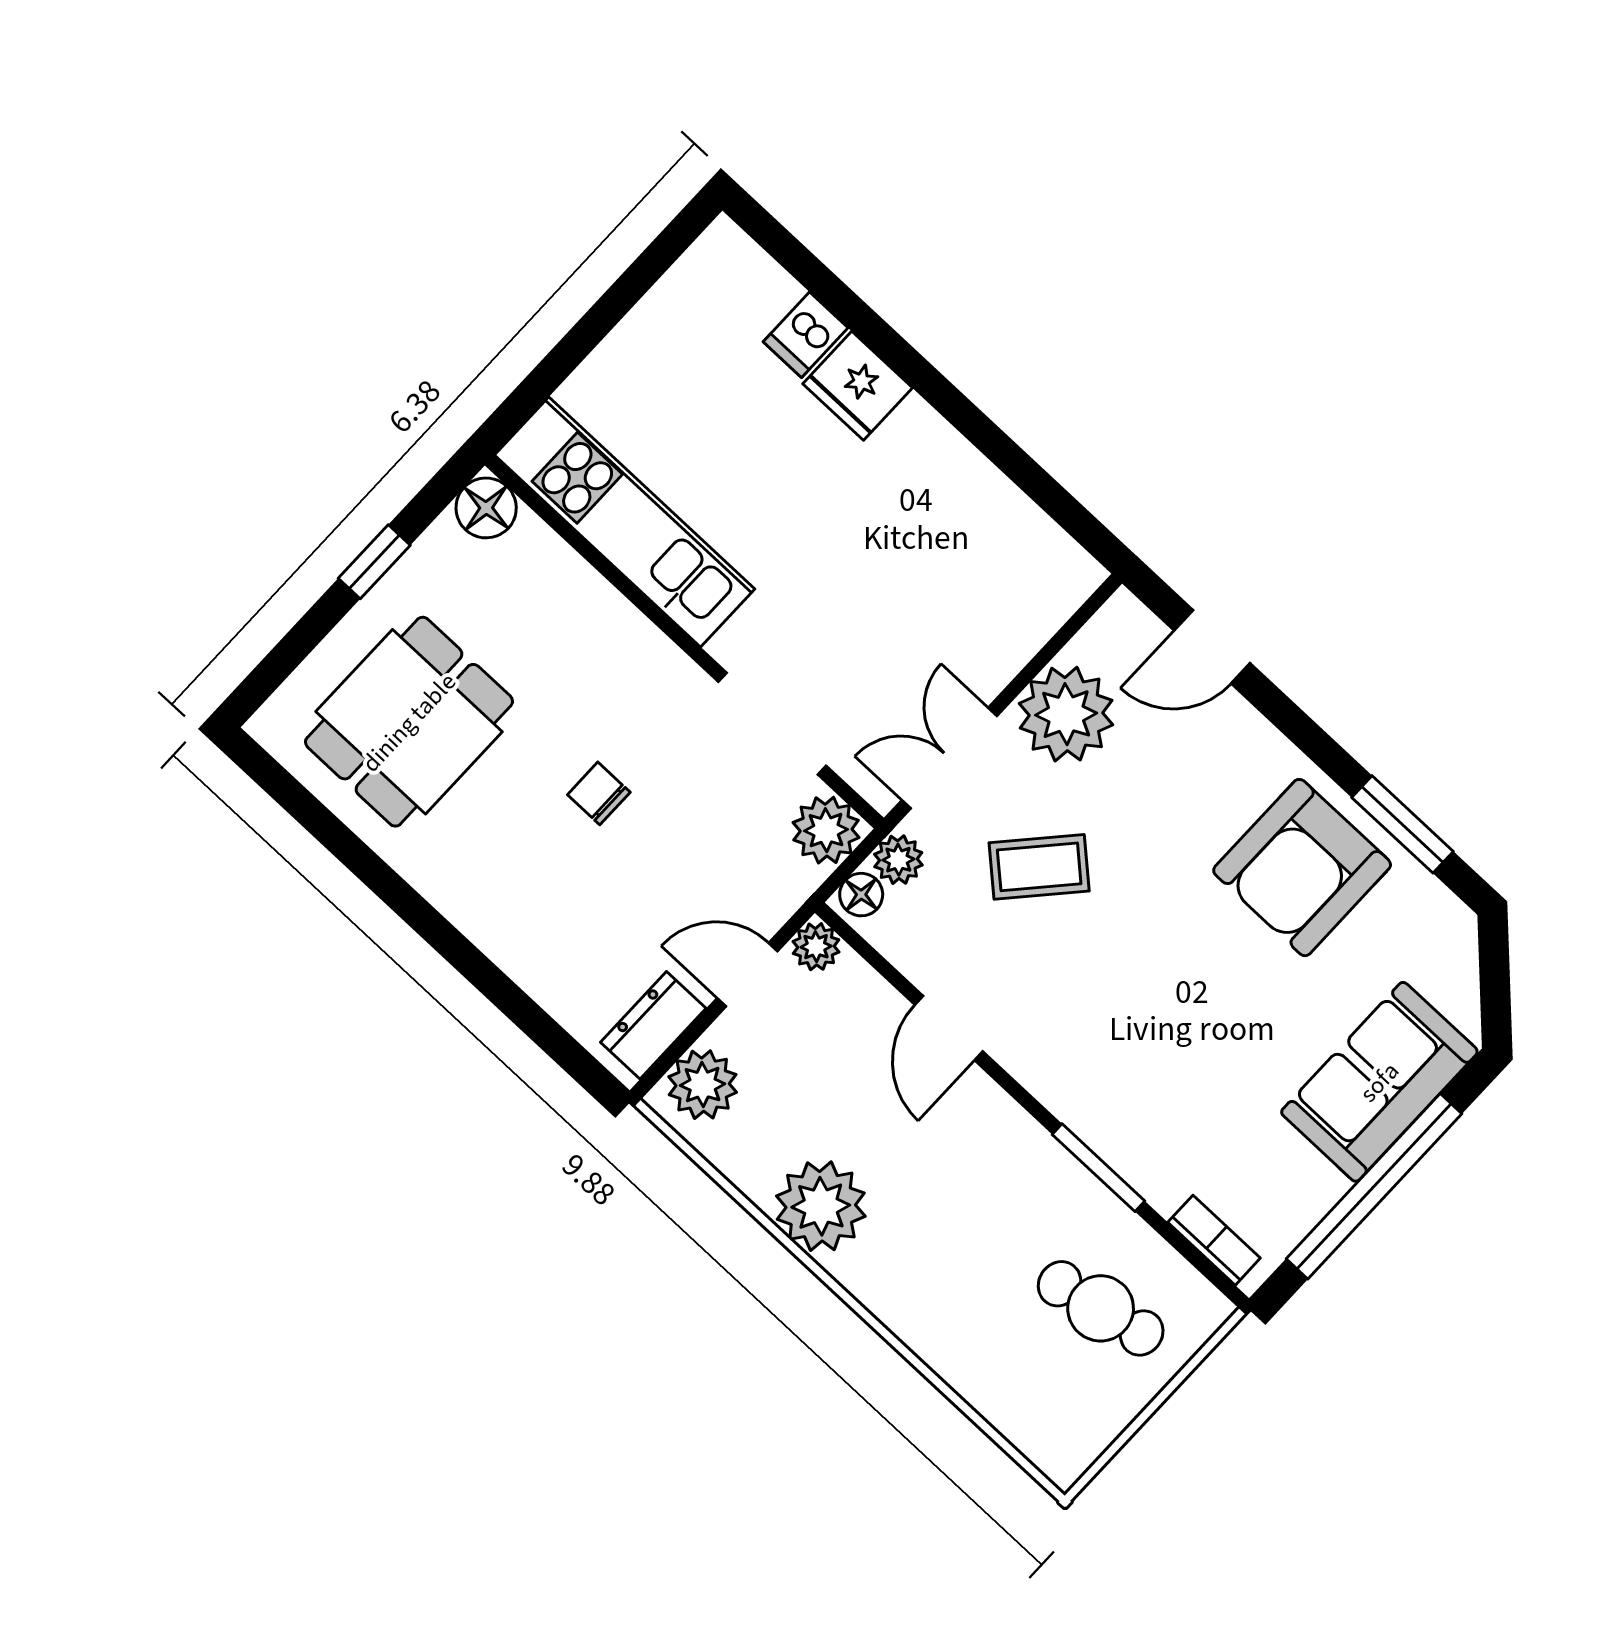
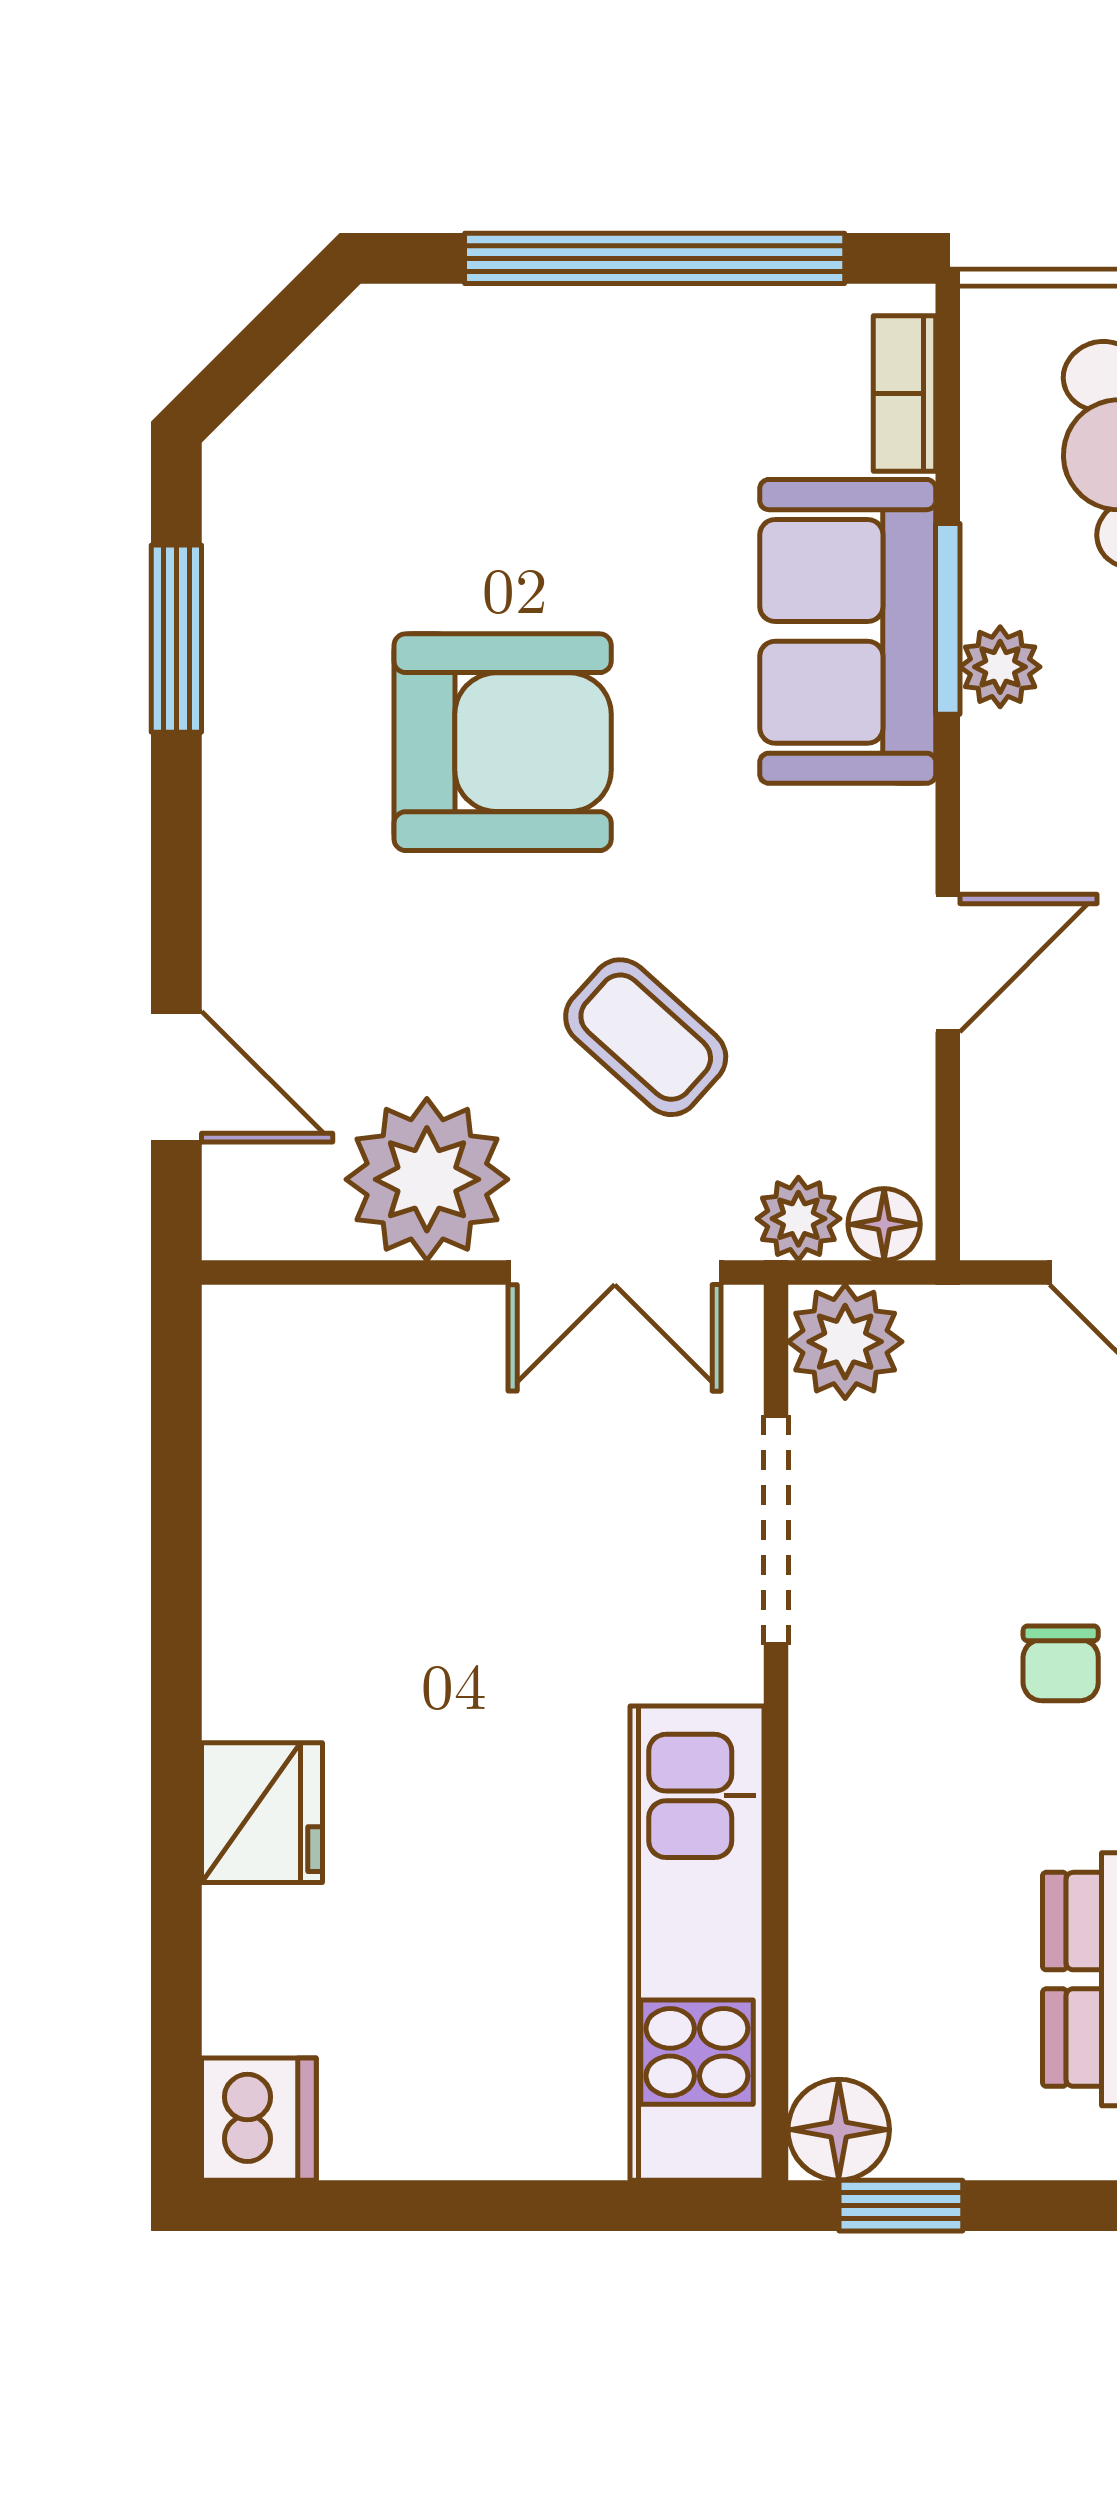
dishwasher: (806, 335) -> (259, 2119), moved, width x1.38
window: (374, 562) -> (901, 2206), moved
armchair: (1302, 868) -> (503, 742), moved
plant: (816, 947) -> (1000, 667), moved
sofa: (1379, 1082) -> (848, 631), moved, turned 90

